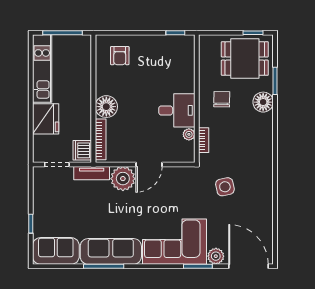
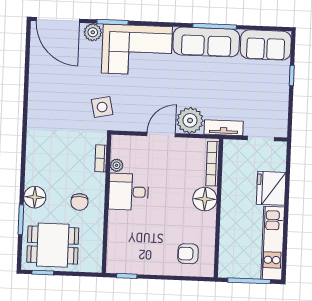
armchair: (120, 56) -> (188, 254), turned -90
dishwasher: (82, 150) -> (233, 153), removed
side table: (225, 187) -> (102, 107), moved

